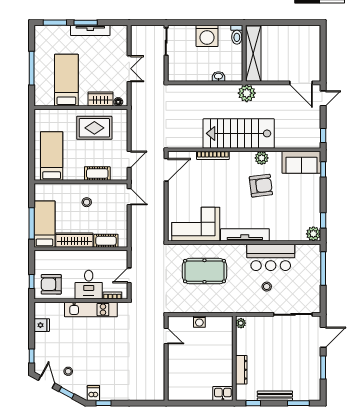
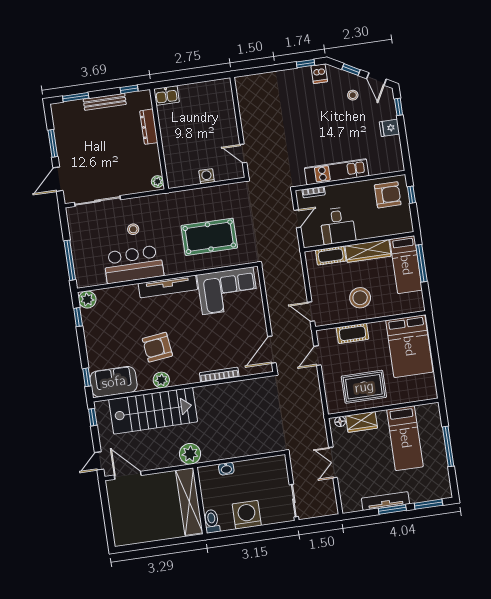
stairs: (239, 133) -> (153, 411), moved
bed: (52, 156) -> (409, 346), width x1.50
stool: (87, 202) -> (360, 298), width x1.89, depth x1.89
desk: (89, 285) -> (338, 226), moved, turned 180
fridge: (42, 325) -> (389, 128), moved

